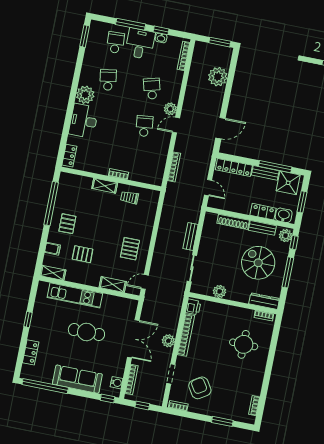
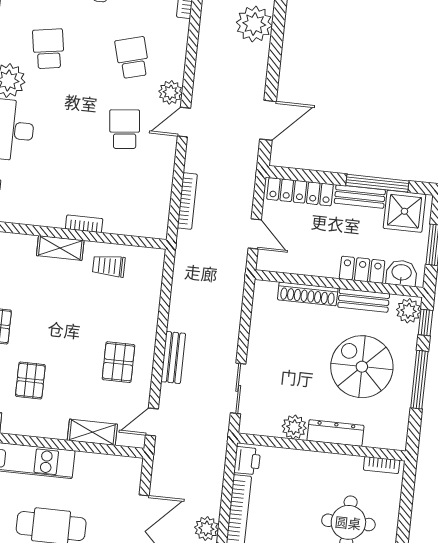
bench: (191, 236) -> (173, 358), moved
pallet: (83, 254) -> (30, 380), turned 90
dresser: (264, 301) -> (335, 433), moved

